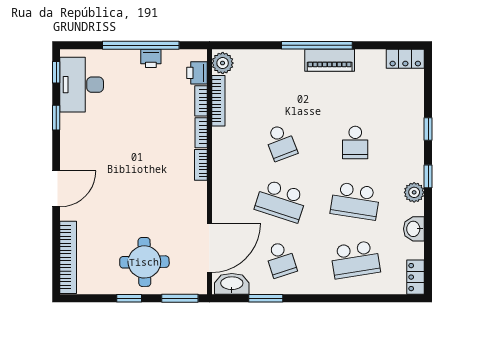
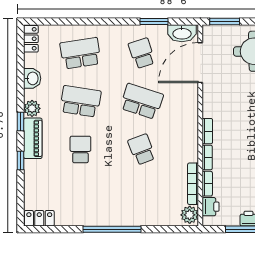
piano: (330, 60) -> (33, 138), moved, turned 90

